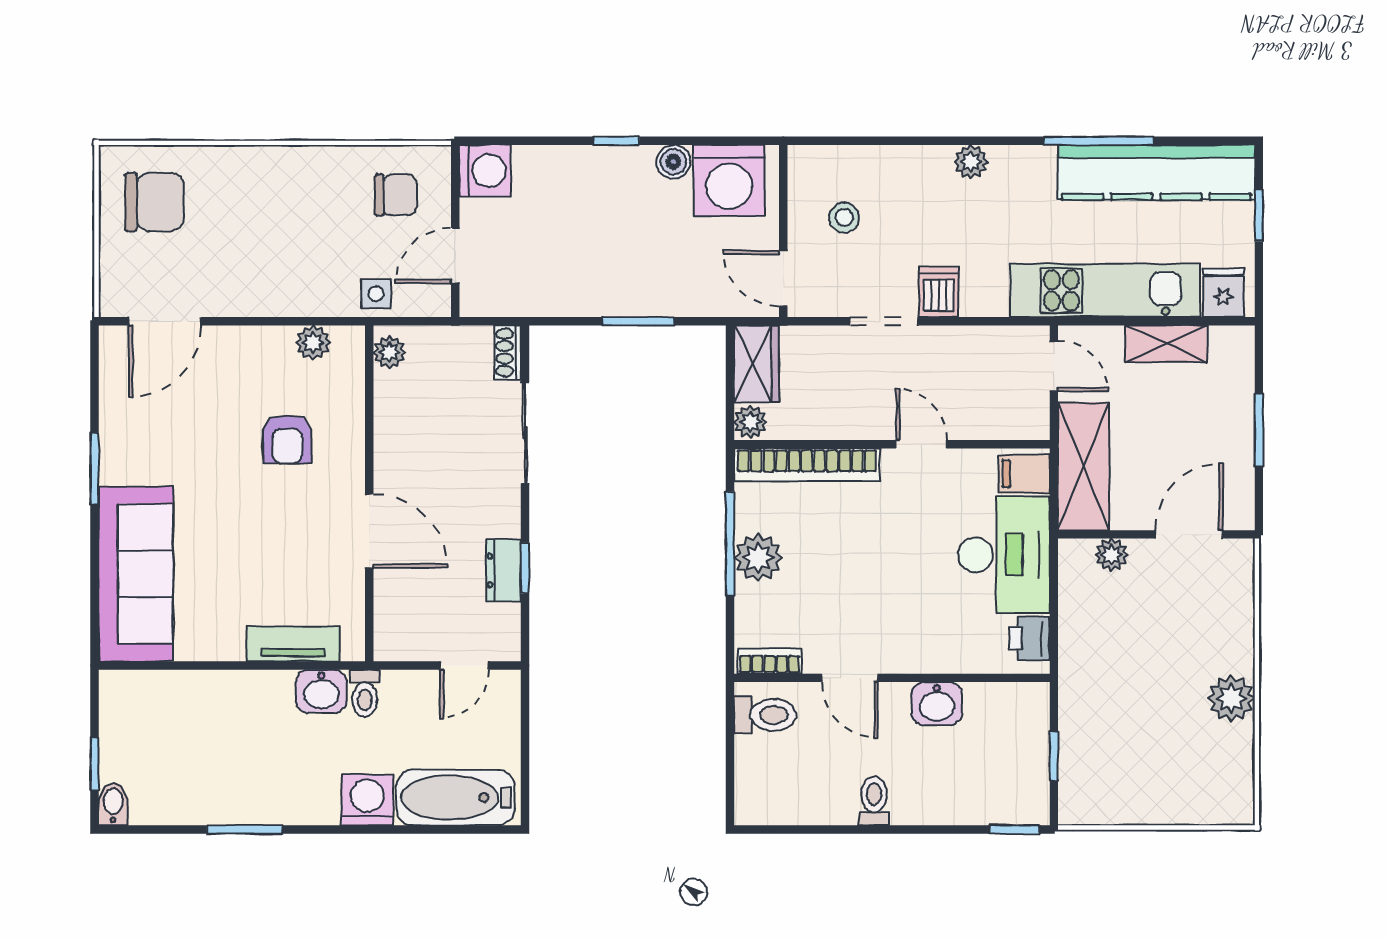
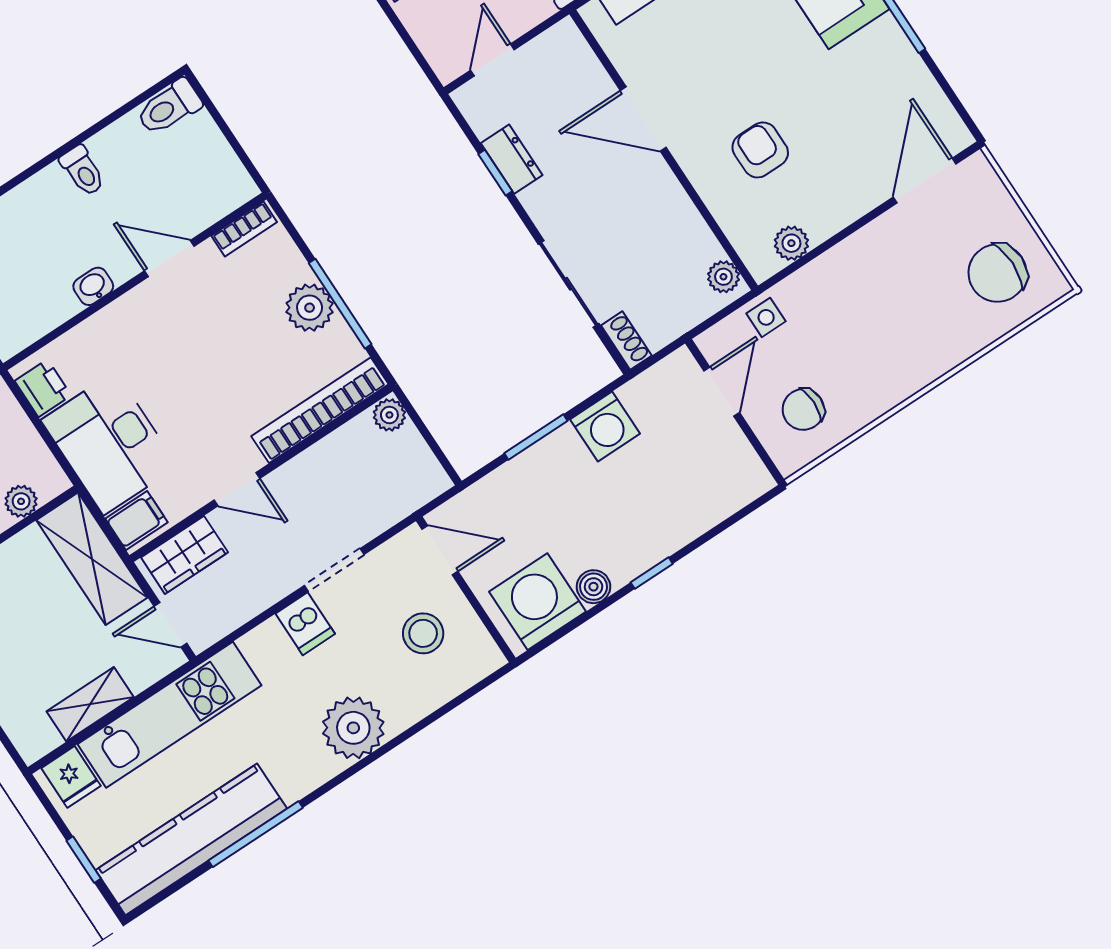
plant: (971, 162) -> (353, 728), width x1.88, depth x1.88
washing machine: (485, 171) -> (605, 427), moved, turned -90
stool: (844, 218) -> (423, 633), width x1.37, depth x1.37
wardrobe: (756, 364) -> (184, 555), moved, turned -90
washbasin: (937, 704) -> (93, 286), width x0.72, depth x0.69
toilet: (765, 715) -> (169, 107), moved

